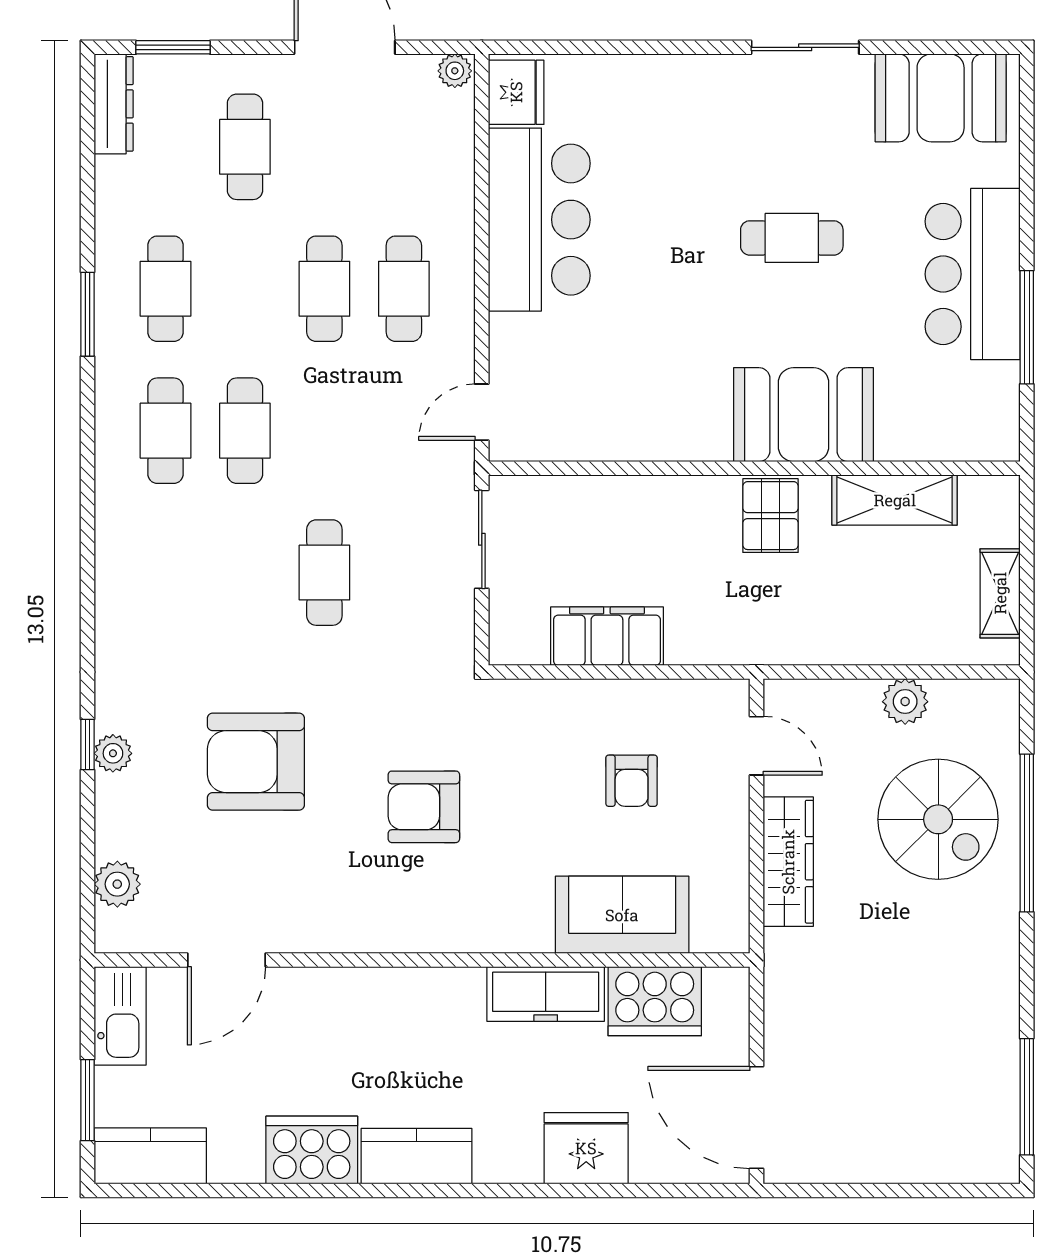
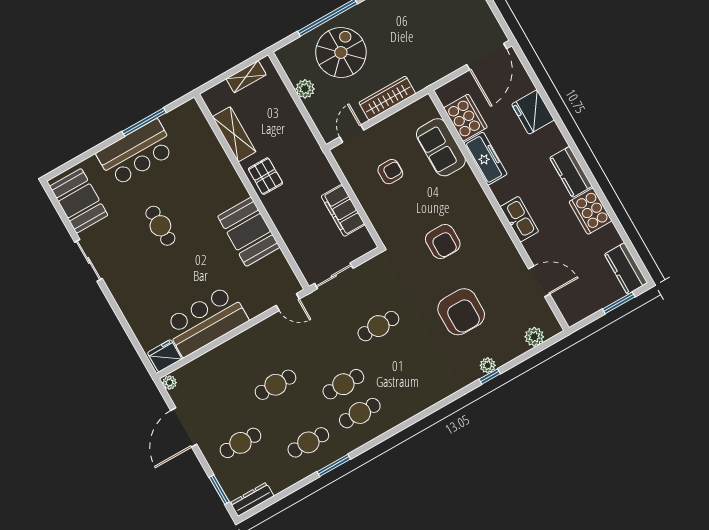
cafe table: (404, 289) -> (259, 356), removed
booth: (803, 415) -> (249, 232), moved
pallet: (771, 516) -> (265, 176), turned 90
kitchen sink: (120, 1016) -> (519, 219), moved, turned 90

